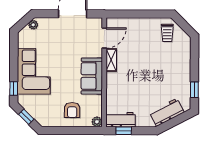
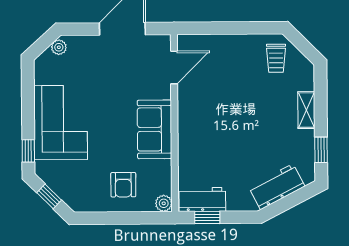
shelving: (111, 60) -> (306, 110), moved

